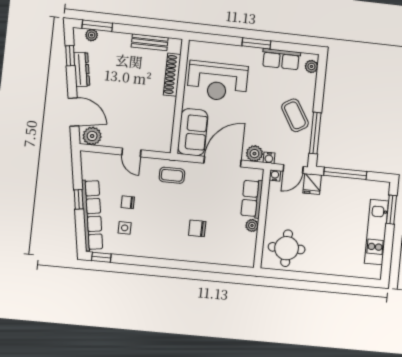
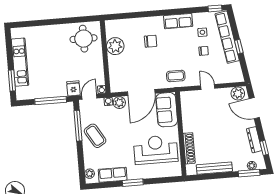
bench: (150, 42) -> (214, 168), width x1.36
row of seats: (252, 199) -> (178, 21), moved, turned 90
plant: (252, 225) -> (115, 46), width x1.88, depth x1.88

